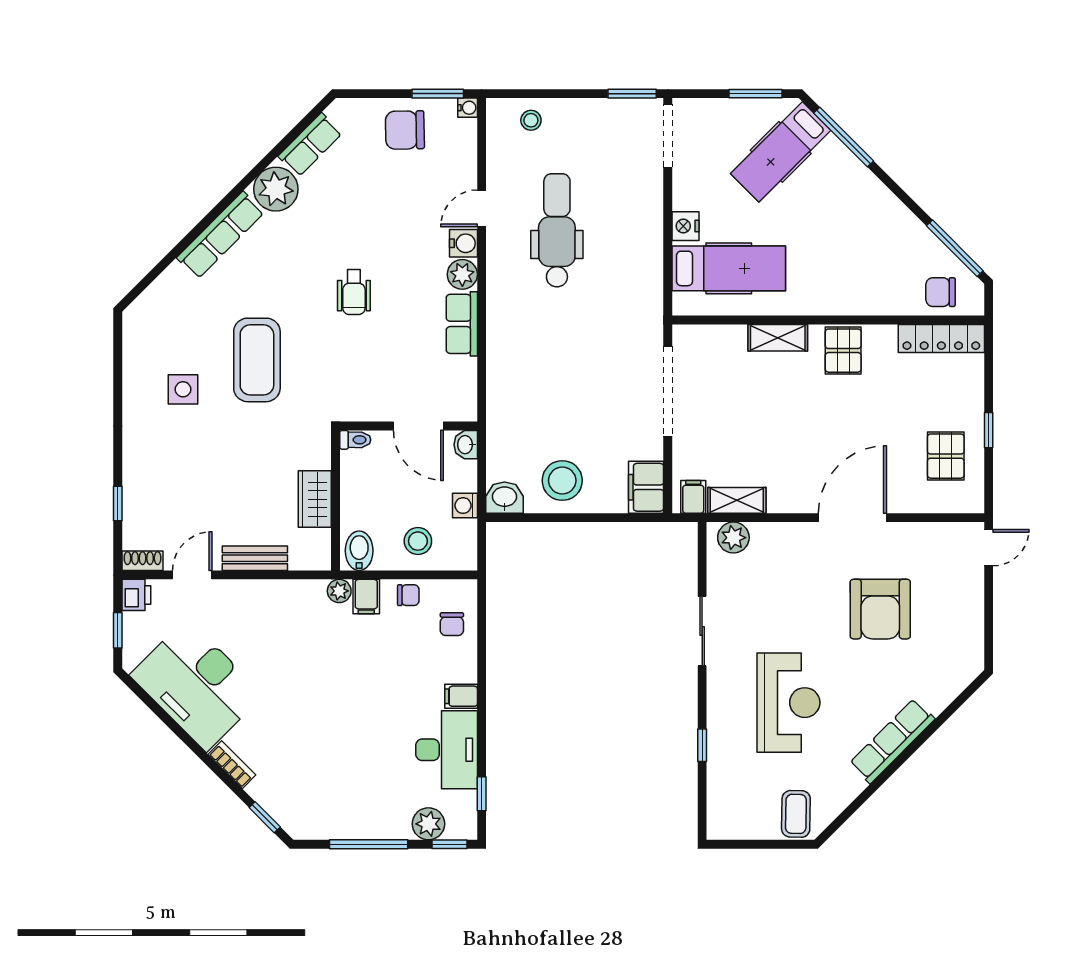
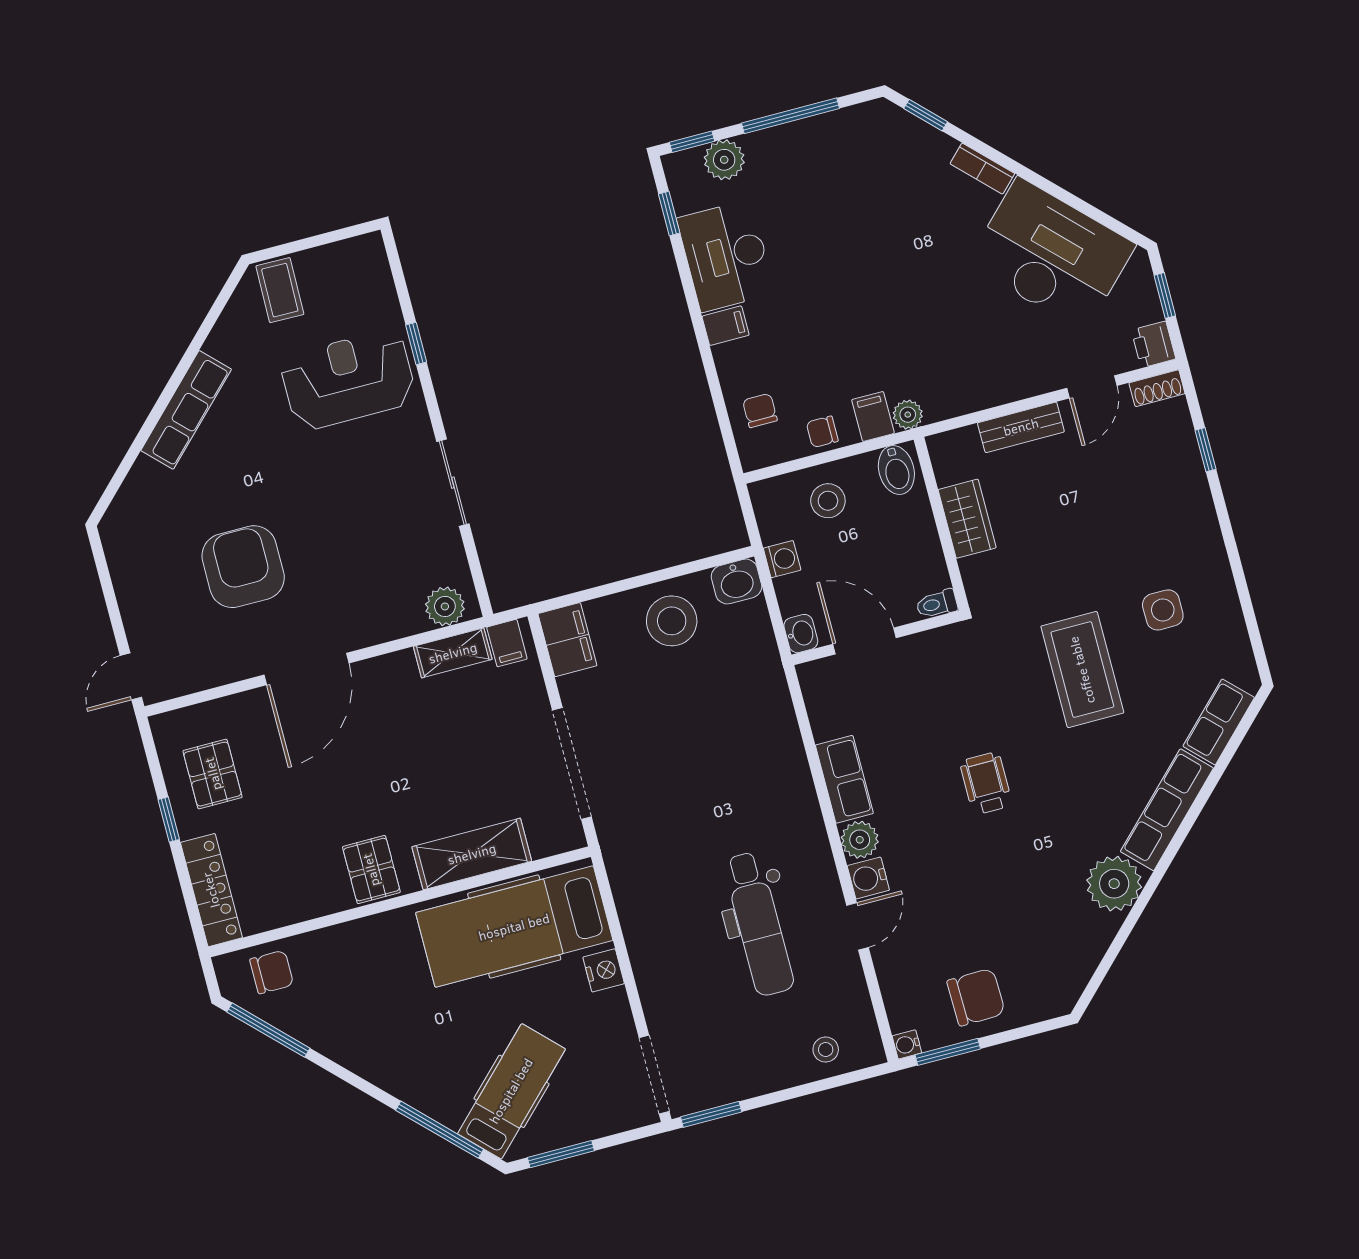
row of seats: (310, 145) -> (1219, 722), moved
hospital bed: (729, 268) -> (514, 927), width x1.37, depth x1.29
shelving: (778, 338) -> (472, 854), width x1.50, depth x1.33
locker: (941, 339) -> (211, 890), moved, turned 90
reception desk: (789, 703) -> (348, 380), moved, turned 90

